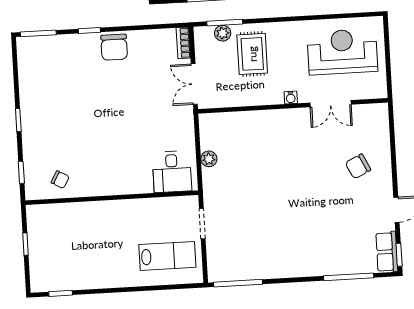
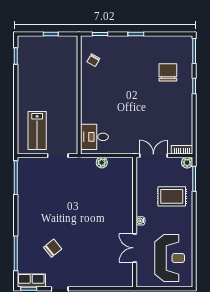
plant: (223, 33) -> (187, 163), moved
chair: (114, 47) -> (168, 72), moved, turned 90
chair: (358, 166) -> (53, 248), moved, turned 77

